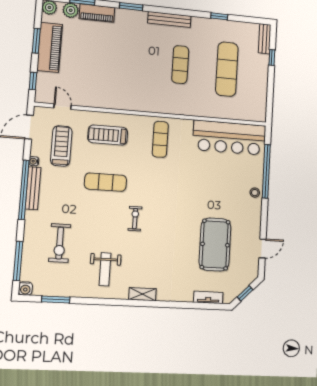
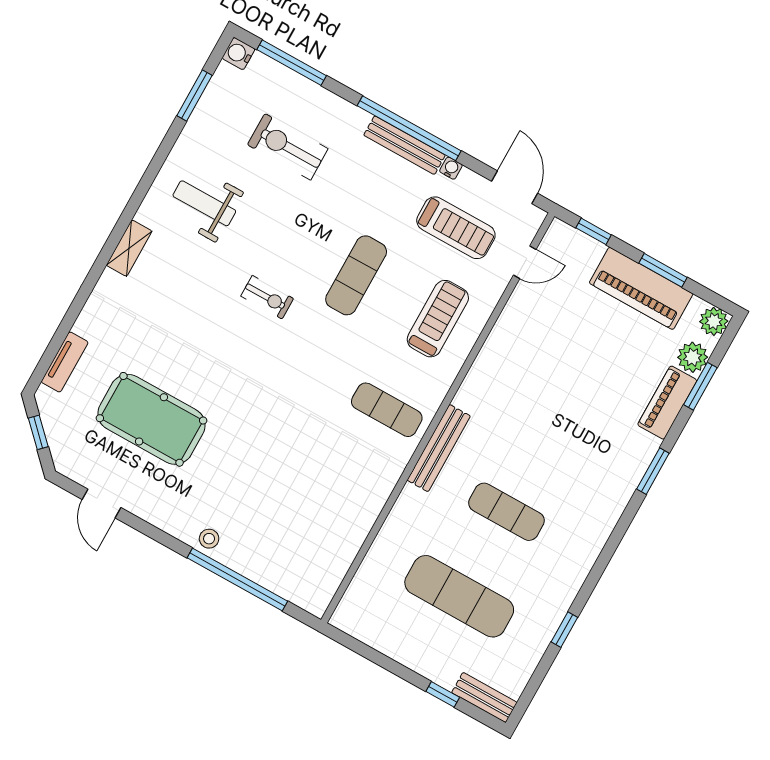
bench: (169, 19) -> (439, 448), moved
bar counter: (229, 138) -> (331, 540), removed

